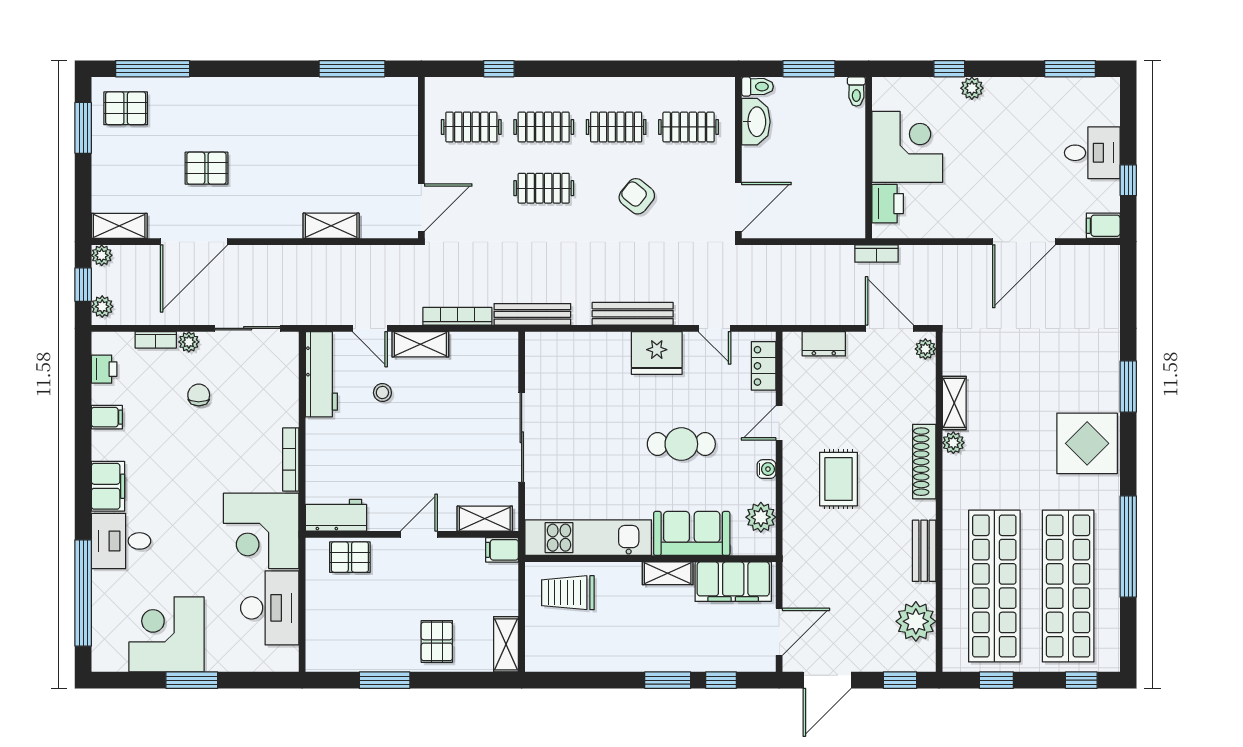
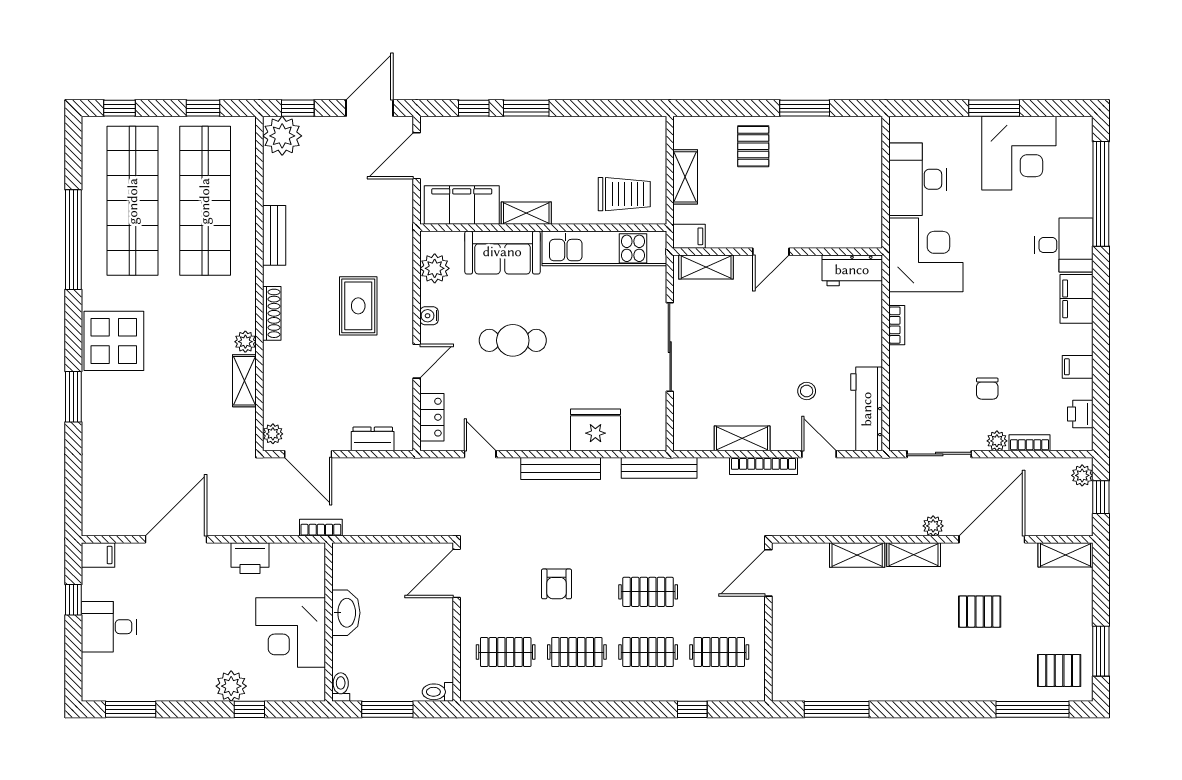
plant: (972, 88) -> (231, 686), width x1.38, depth x1.38
washbasin: (756, 122) -> (346, 613), moved, turned 180
armchair: (637, 196) -> (556, 584), turned 51
printer: (888, 204) -> (250, 558), moved, turned -90
shelving: (274, 226) -> (914, 555), added
plant: (102, 255) -> (933, 526), moved
bookcase: (457, 316) -> (763, 466), moved
shelving: (420, 344) -> (742, 438), moved
fridge: (657, 353) -> (595, 430), moved
bookcase: (291, 460) -> (897, 325), width x0.64
shoe rack: (924, 462) -> (272, 313), width x0.74, depth x0.81
pallet: (350, 557) -> (839, 229), removed
plant: (916, 621) -> (282, 136), moved
shelving: (506, 644) -> (685, 177), moved

